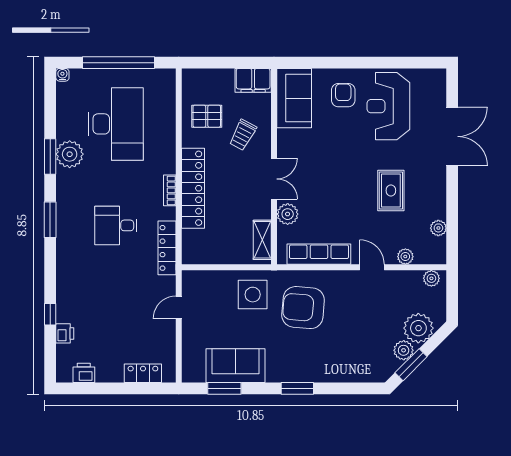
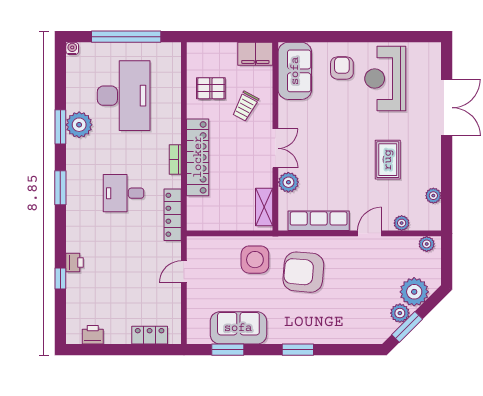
door: (372, 267) -> (370, 233), hinge flipped
printer: (65, 333) -> (75, 263), moved

